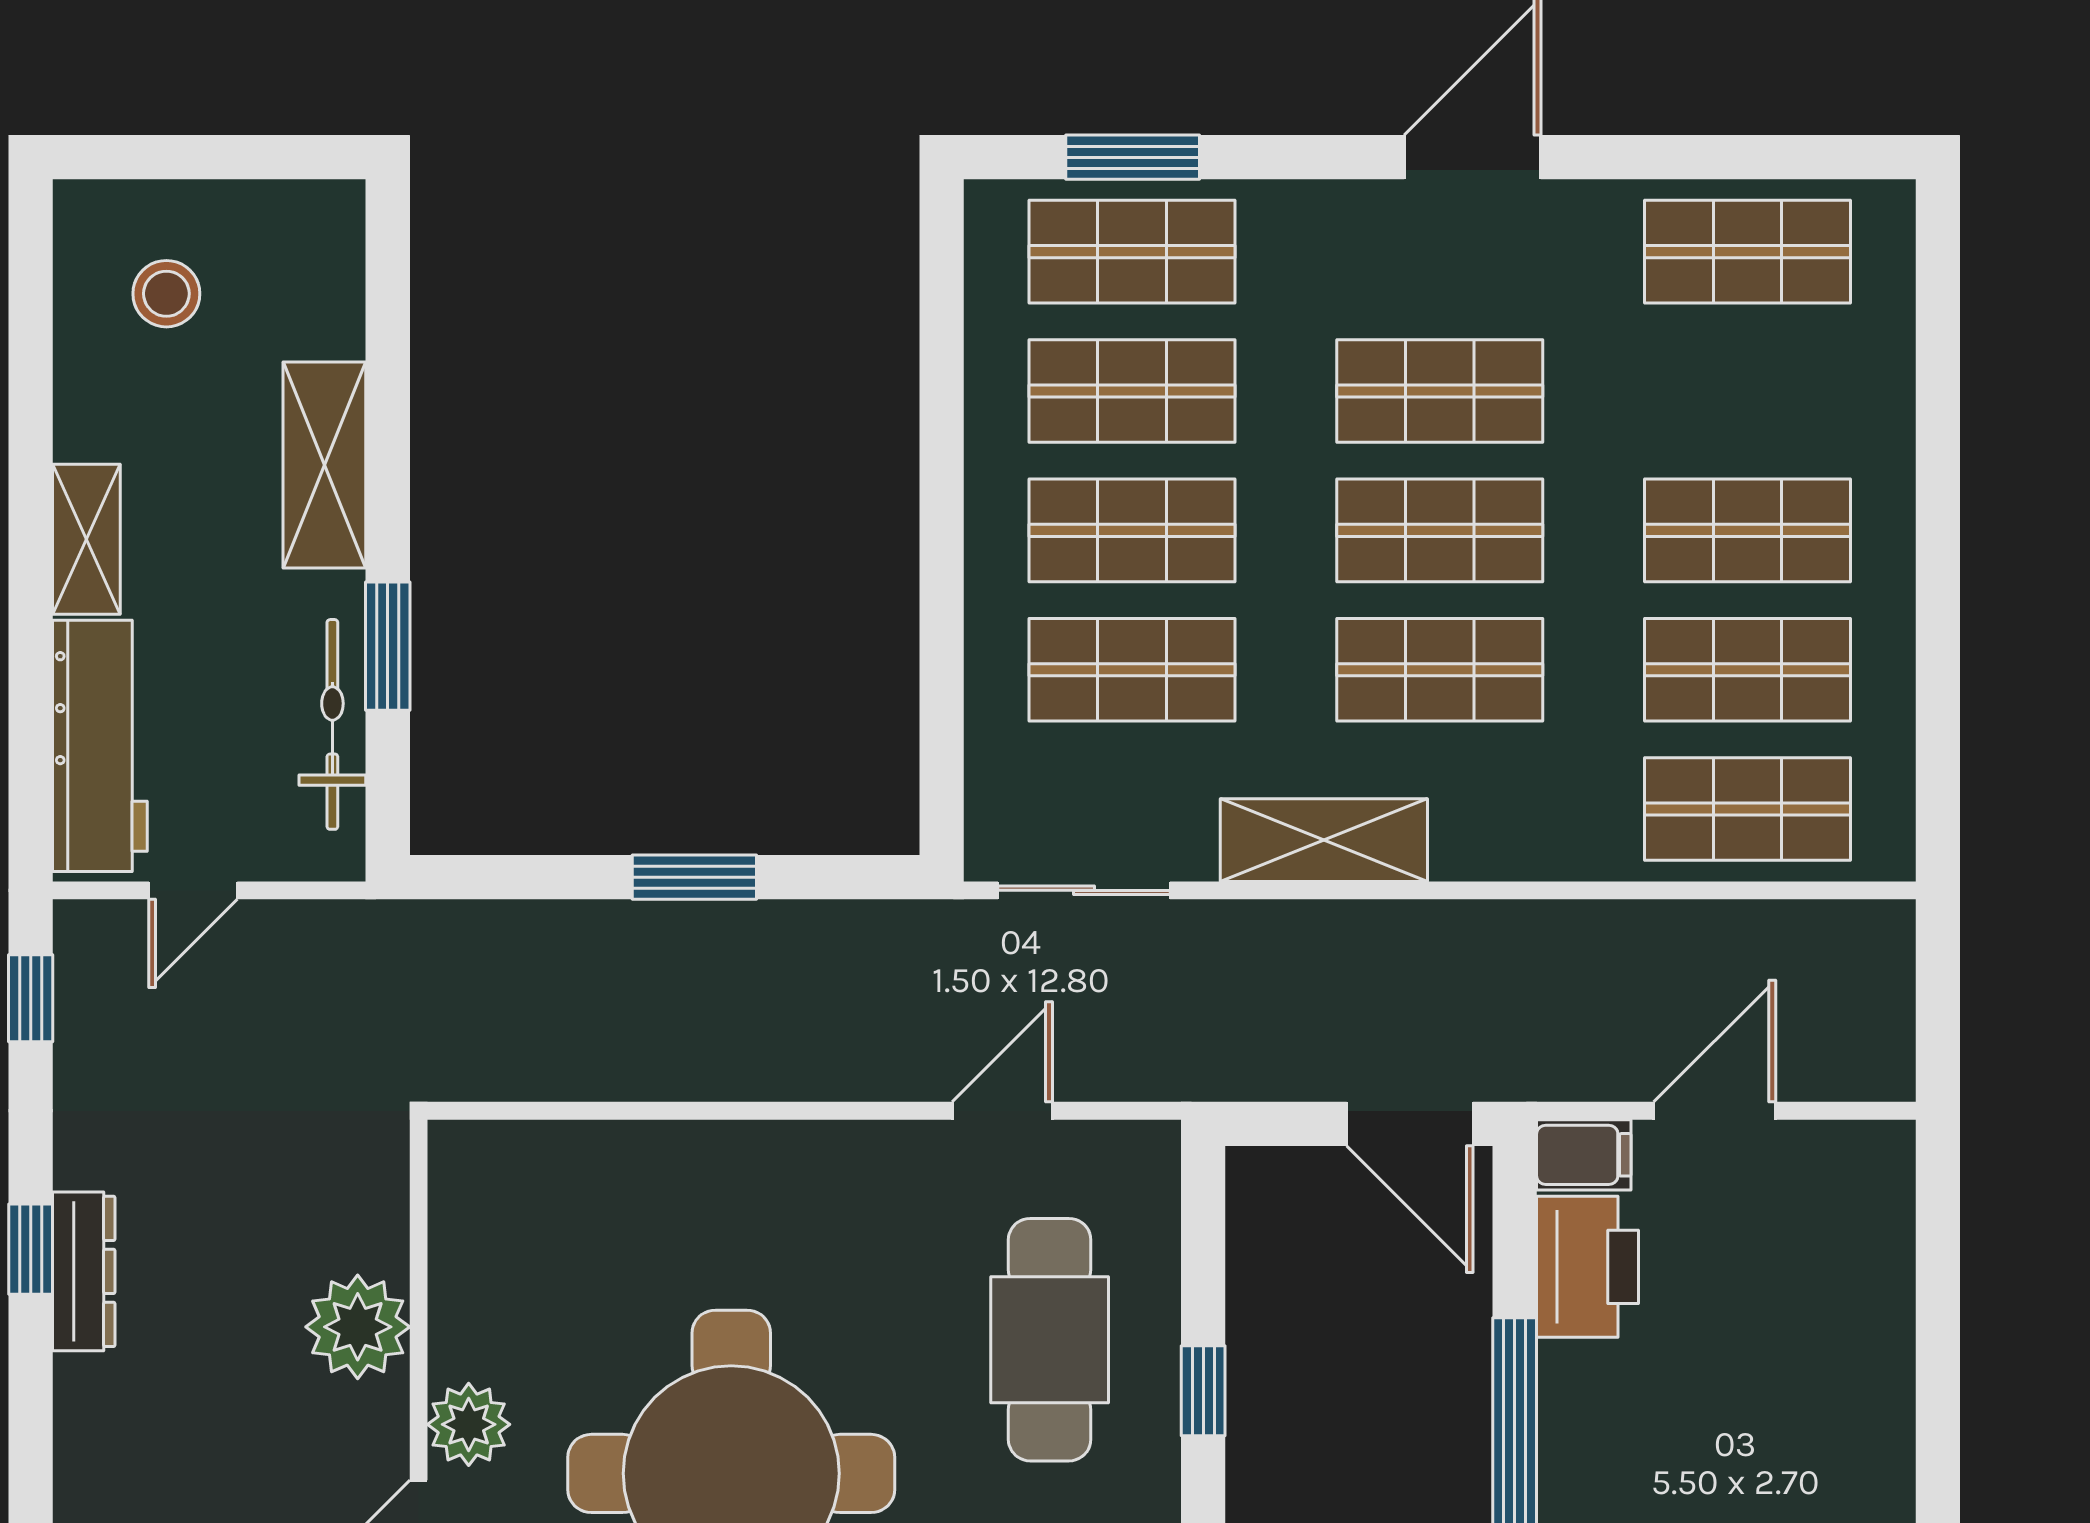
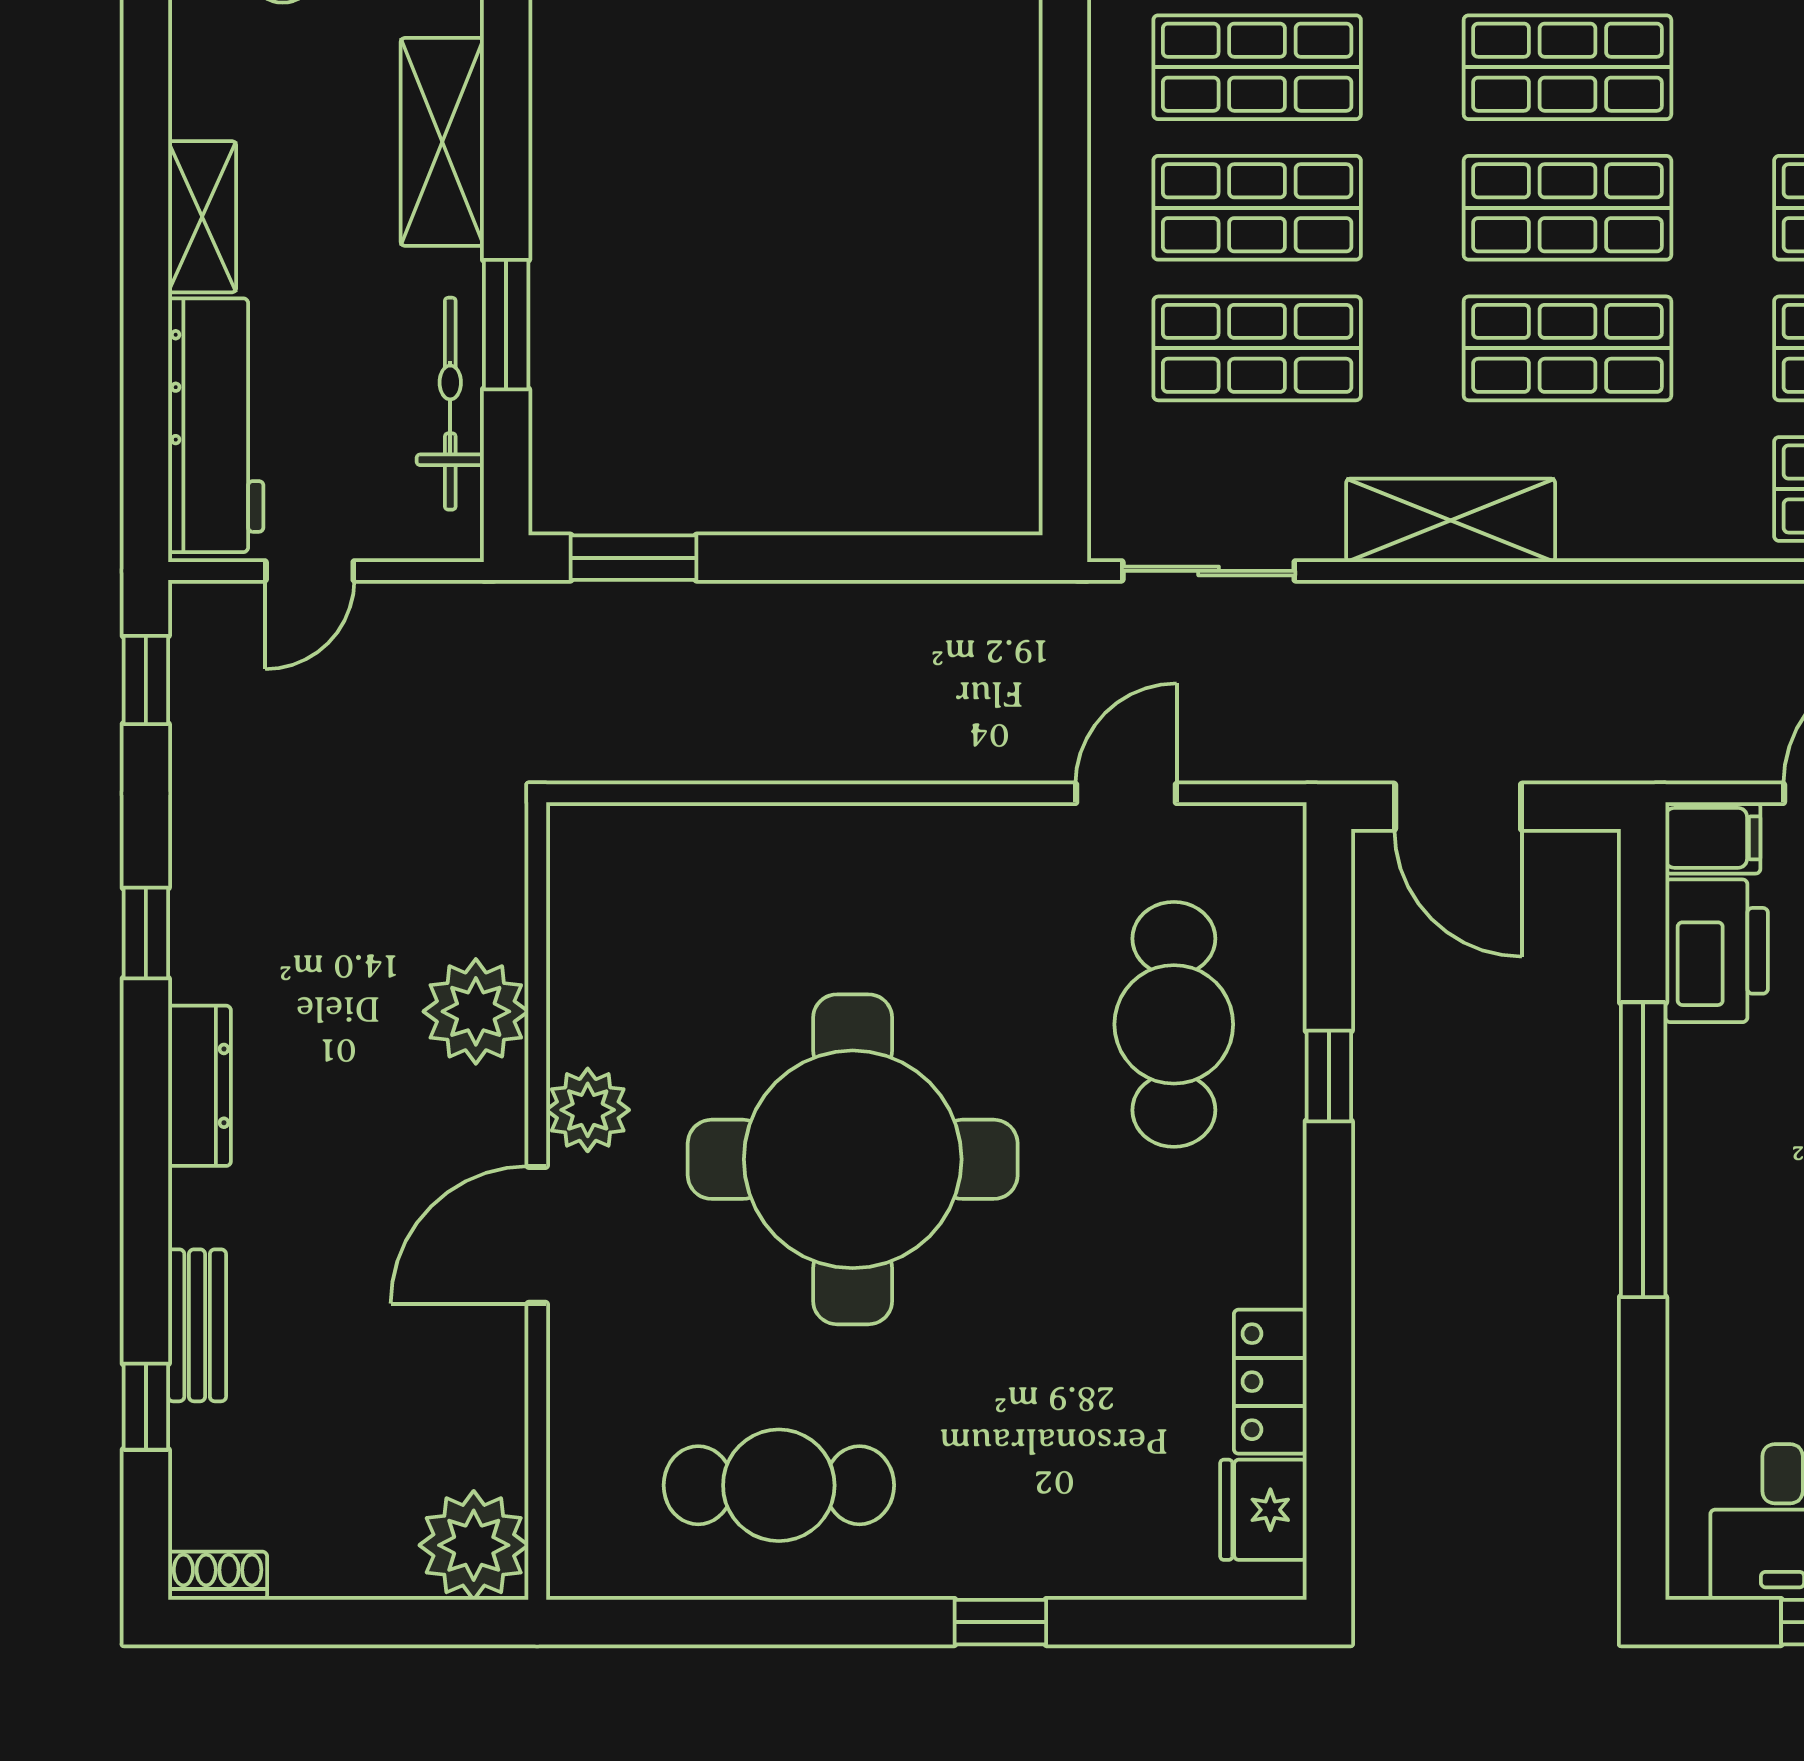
window: (694, 877) -> (634, 558), moved
door: (1410, 1124) -> (1458, 807), moved
dresser: (84, 1271) -> (199, 1086), moved

